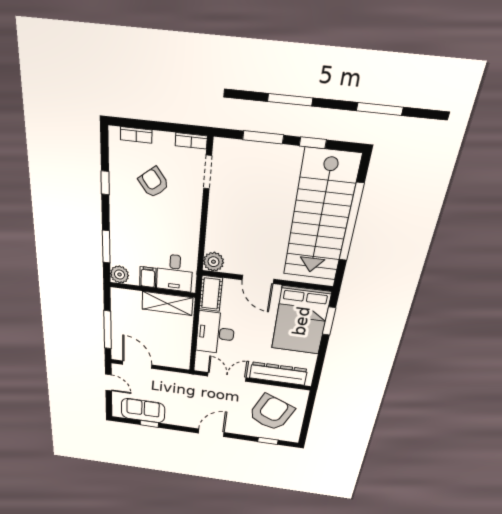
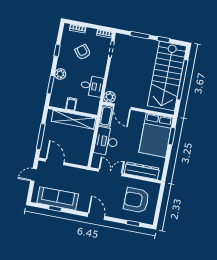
desk: (175, 273) -> (92, 86), moved, turned -90
plant: (120, 274) -> (60, 74), moved
door: (258, 279) -> (122, 107), moved
shelving: (167, 303) -> (73, 120), width x1.47
door: (109, 383) -> (34, 175), swing flipped
sofa: (143, 411) -> (58, 198), width x1.36
armchair: (271, 413) -> (136, 200), turned -112
door: (211, 433) -> (96, 216), hinge flipped

